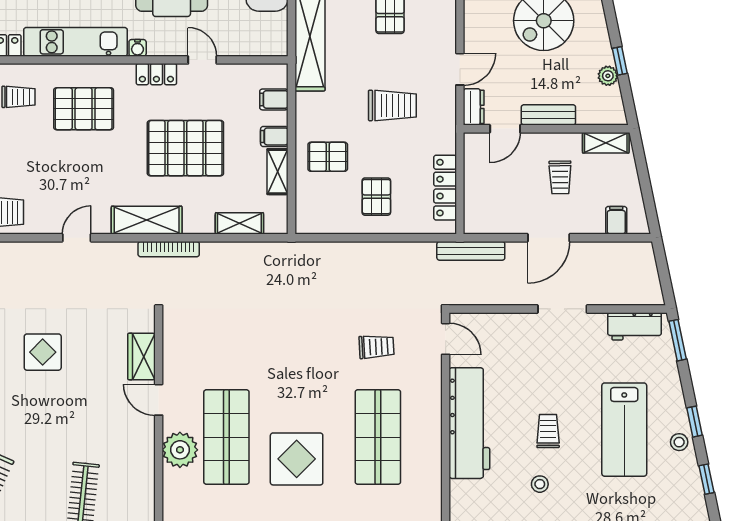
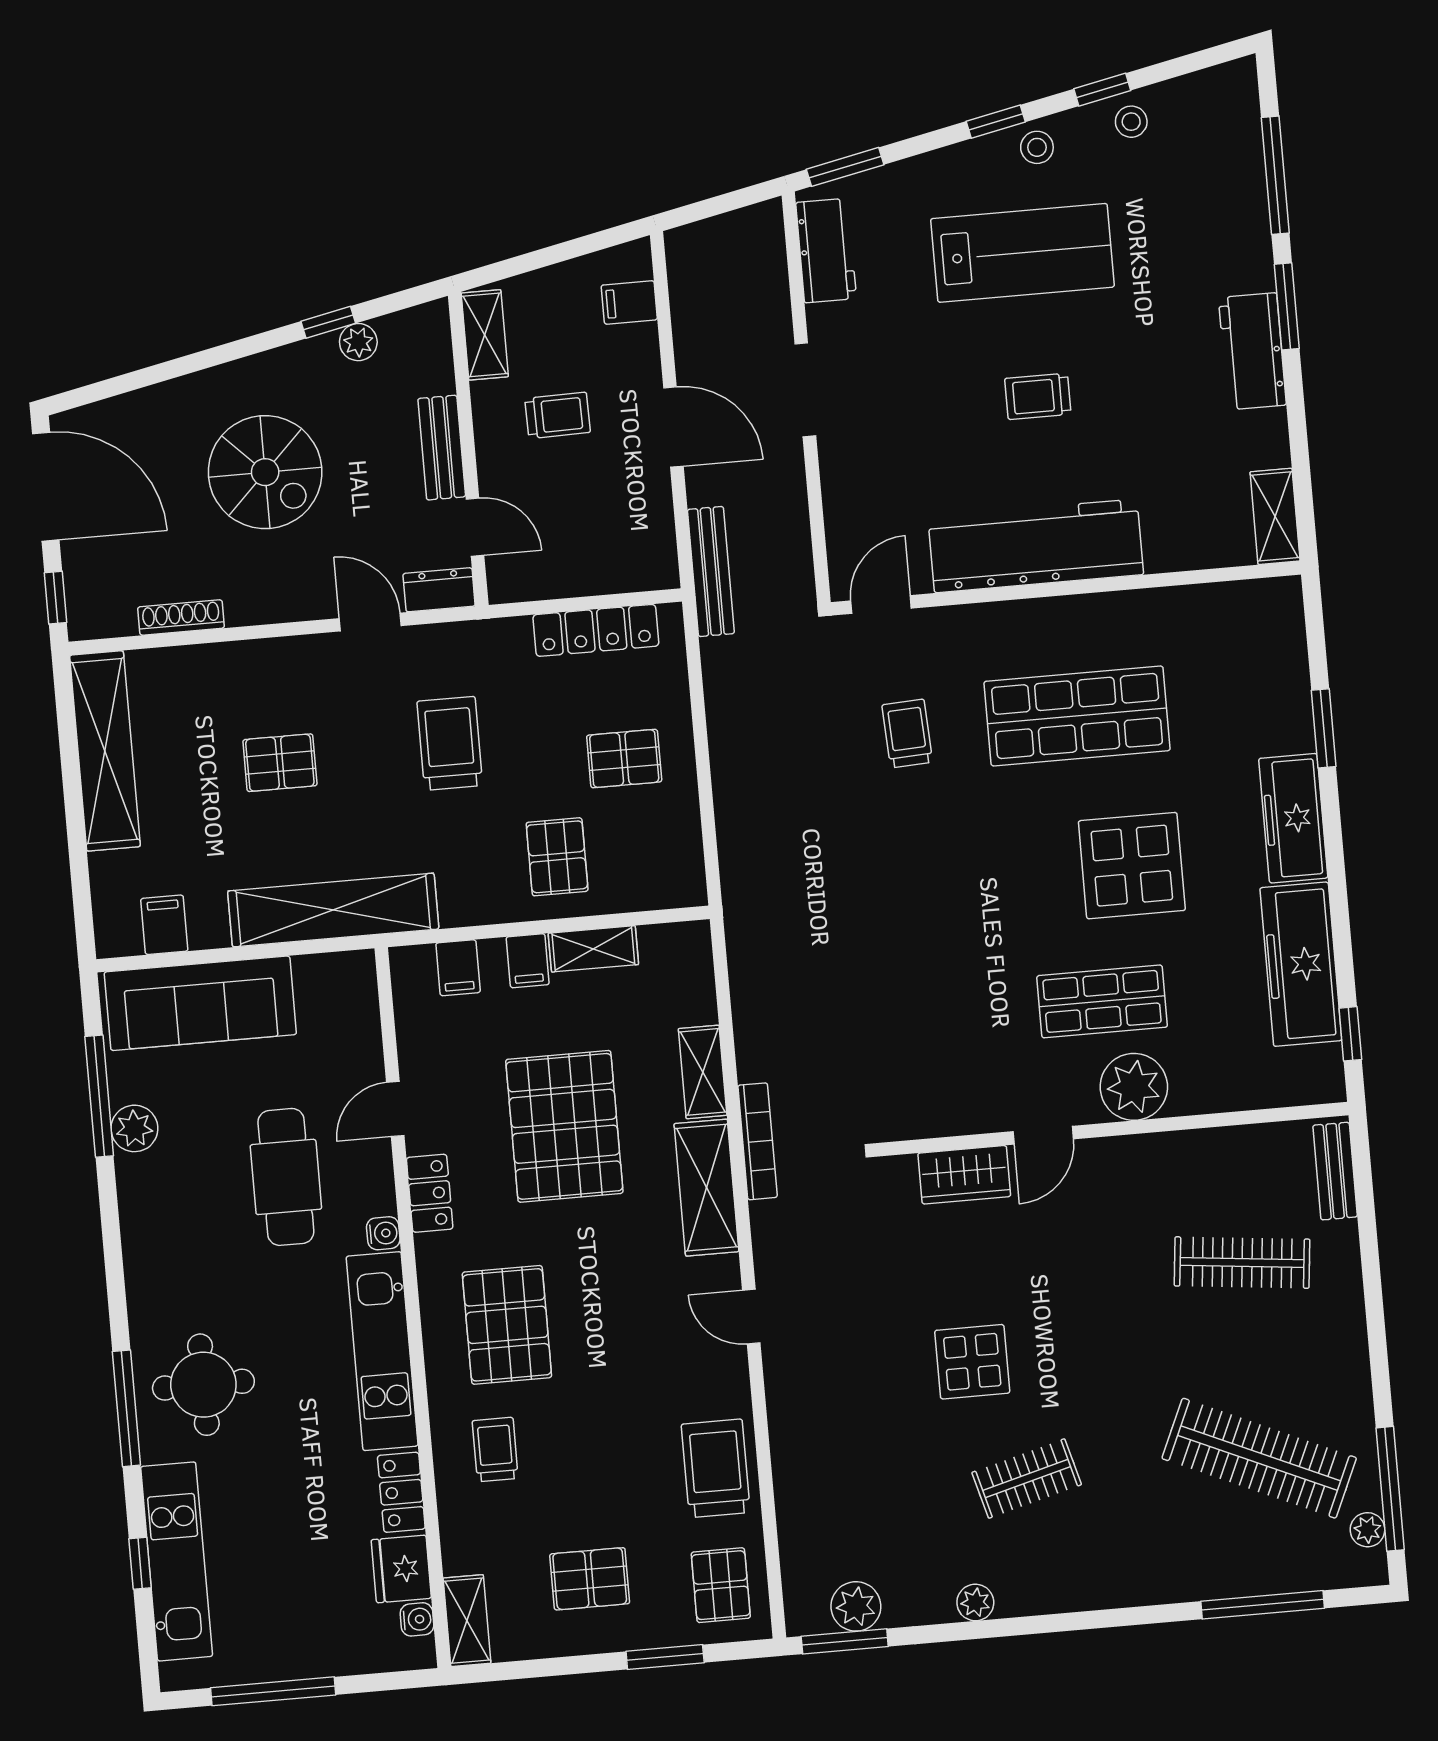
shelving: (239, 223) -> (703, 1072), moved
shop shelf: (226, 437) -> (1102, 1001), width x0.70, depth x0.74
stool: (540, 484) -> (1131, 122), moved

